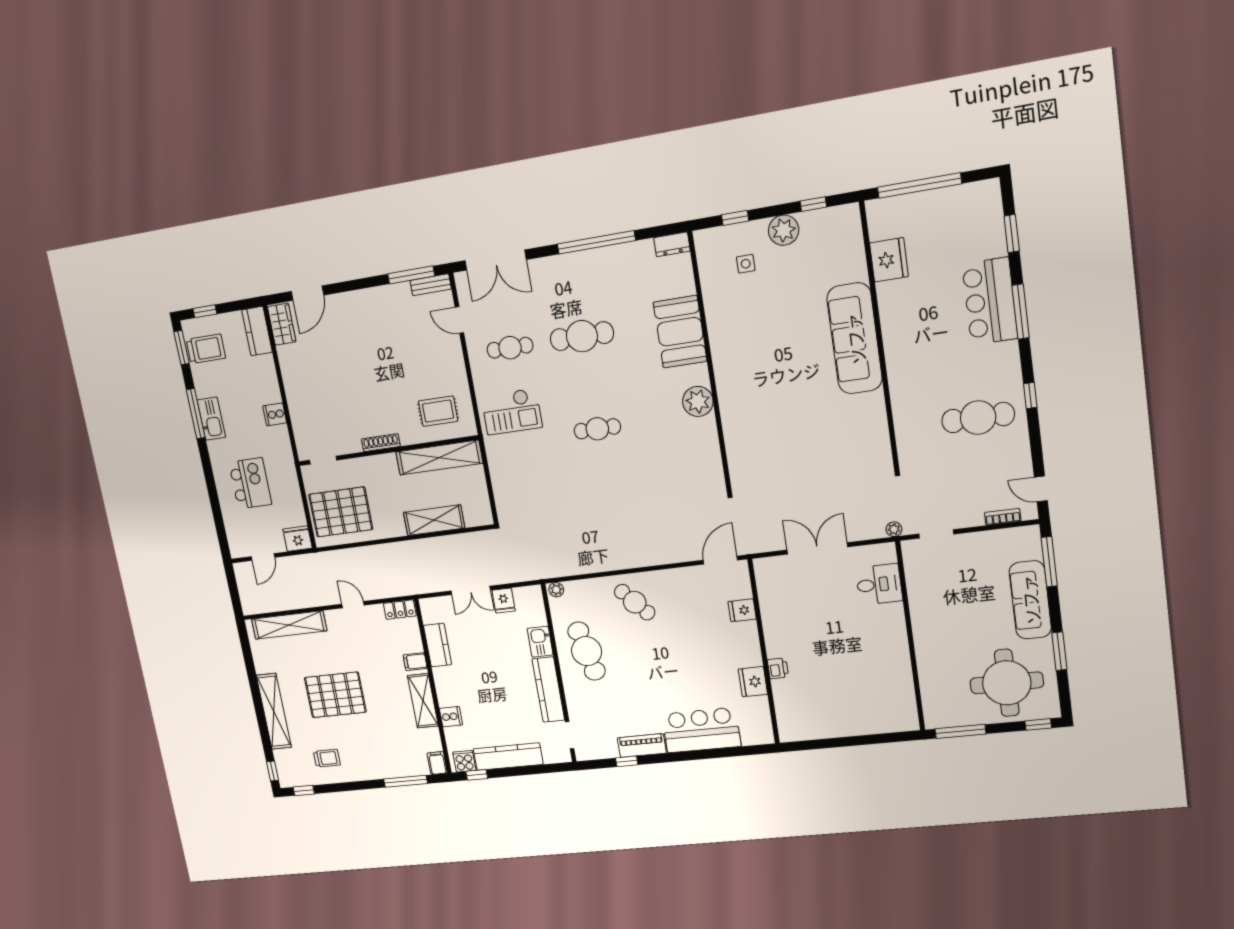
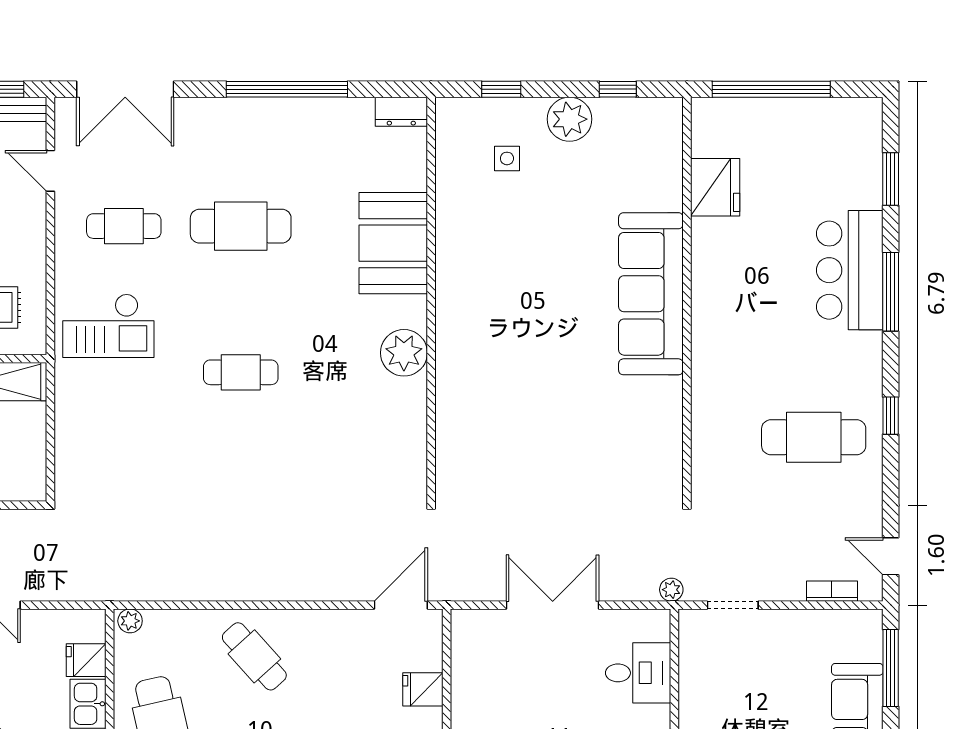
fridge: (504, 601) -> (86, 660), moved, turned 90

